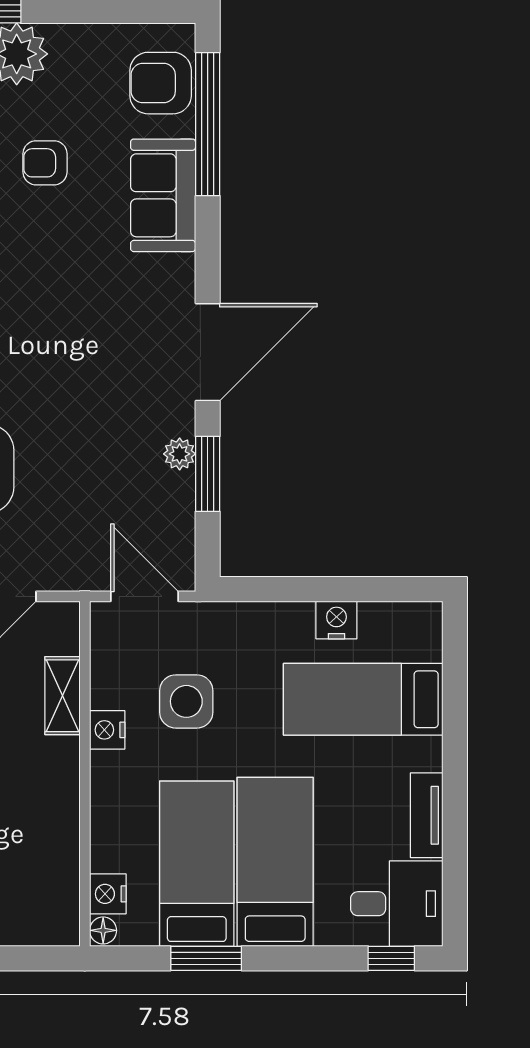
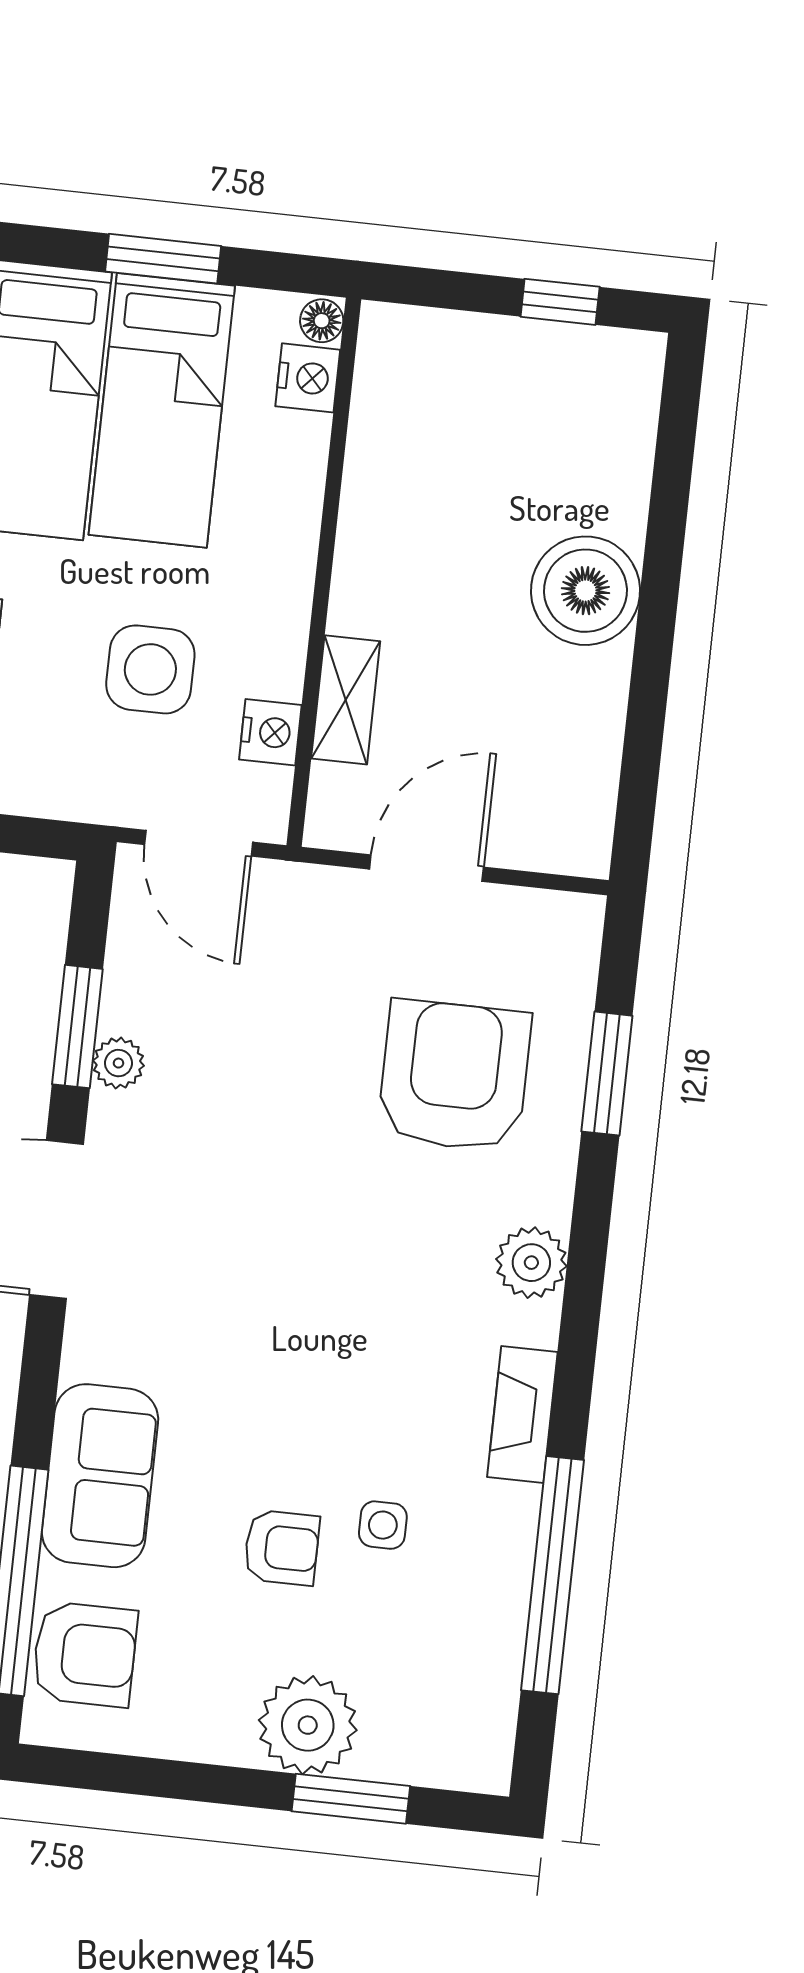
nightstand: (107, 730) -> (270, 732), moved

